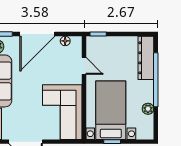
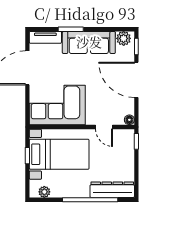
floor lamp: (65, 41) -> (129, 120), moved
door: (84, 66) -> (104, 127), hinge flipped
plant: (148, 109) -> (44, 192), moved

